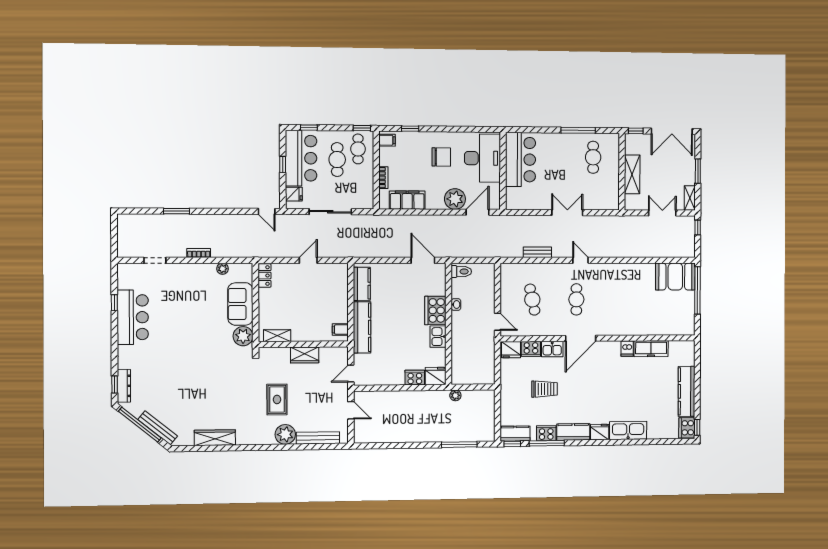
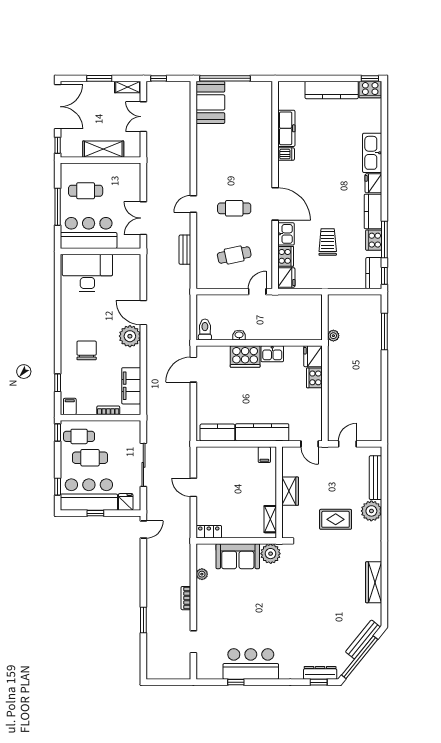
desk: (482, 158) -> (87, 273), moved
bar counter: (520, 160) -> (89, 233), moved
wall: (503, 171) -> (101, 251), moved

